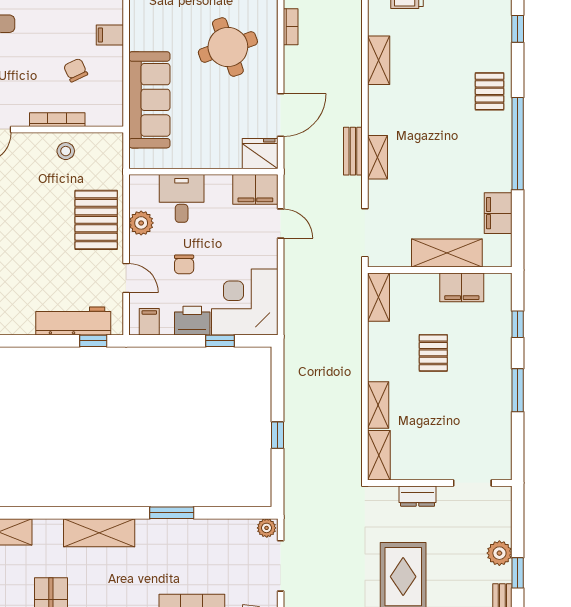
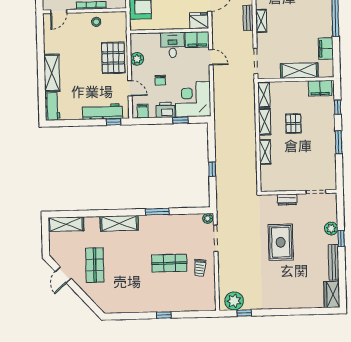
desk: (182, 198) -> (173, 45), moved
filing cabinet: (462, 287) -> (320, 88), moved
shelving: (379, 455) -> (265, 122), moved

